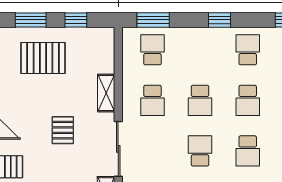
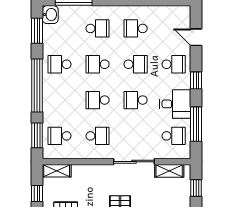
window: (220, 20) -> (37, 85), width x3.17
shelving: (106, 93) -> (57, 171), moved
school desk: (200, 100) -> (98, 100), turned 180
school desk: (248, 100) -> (98, 64), turned 180

